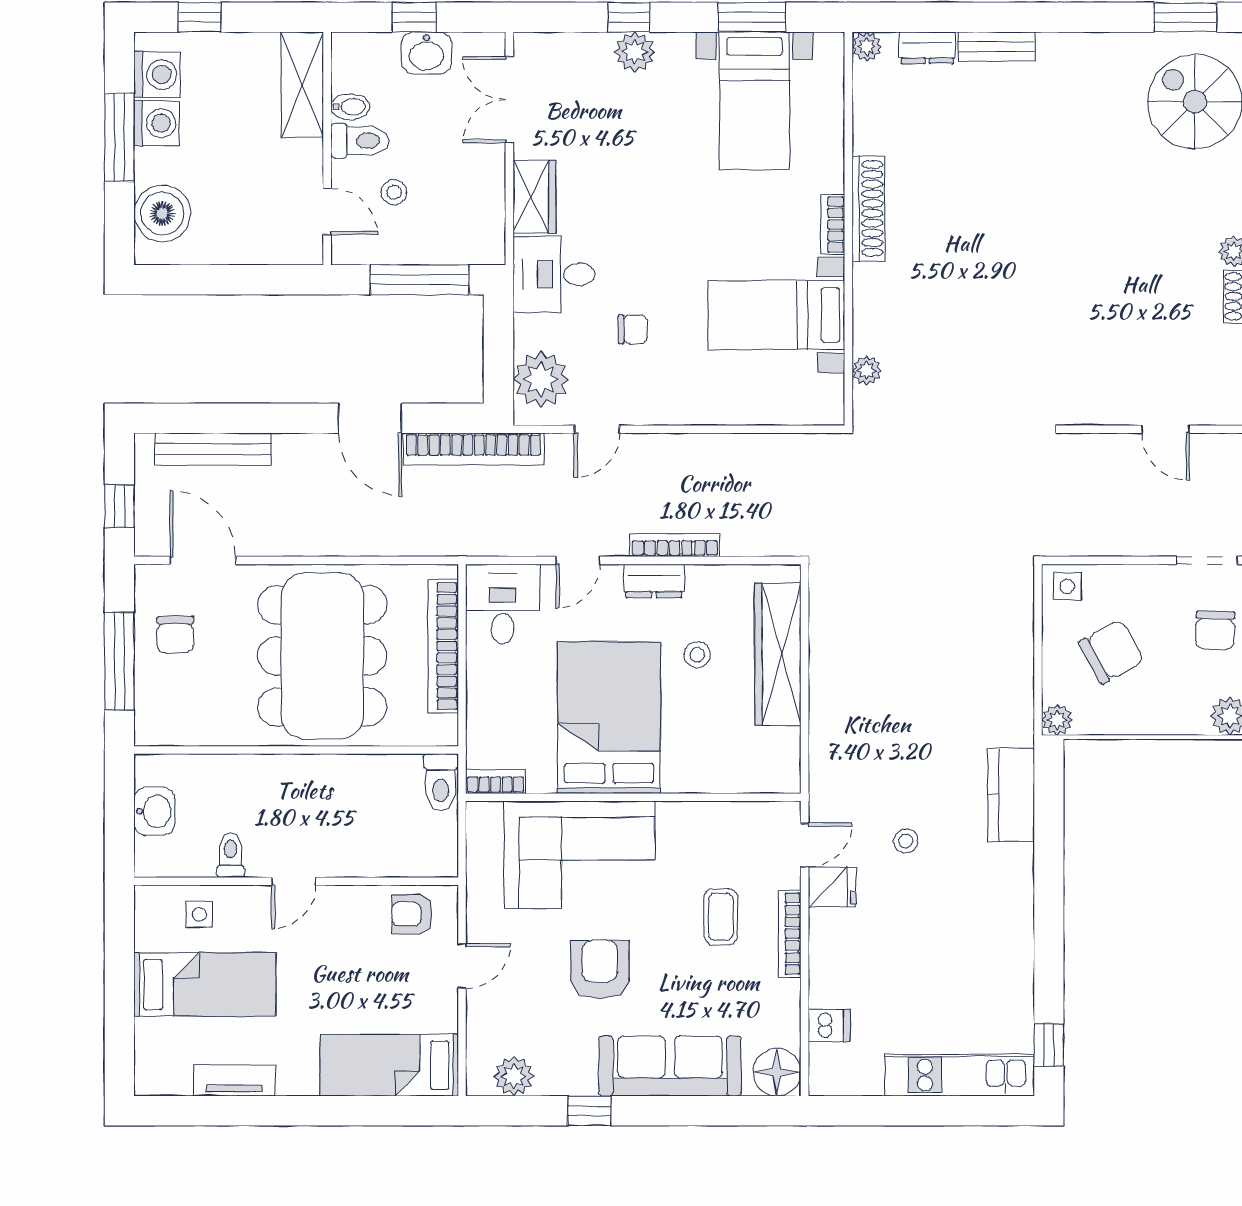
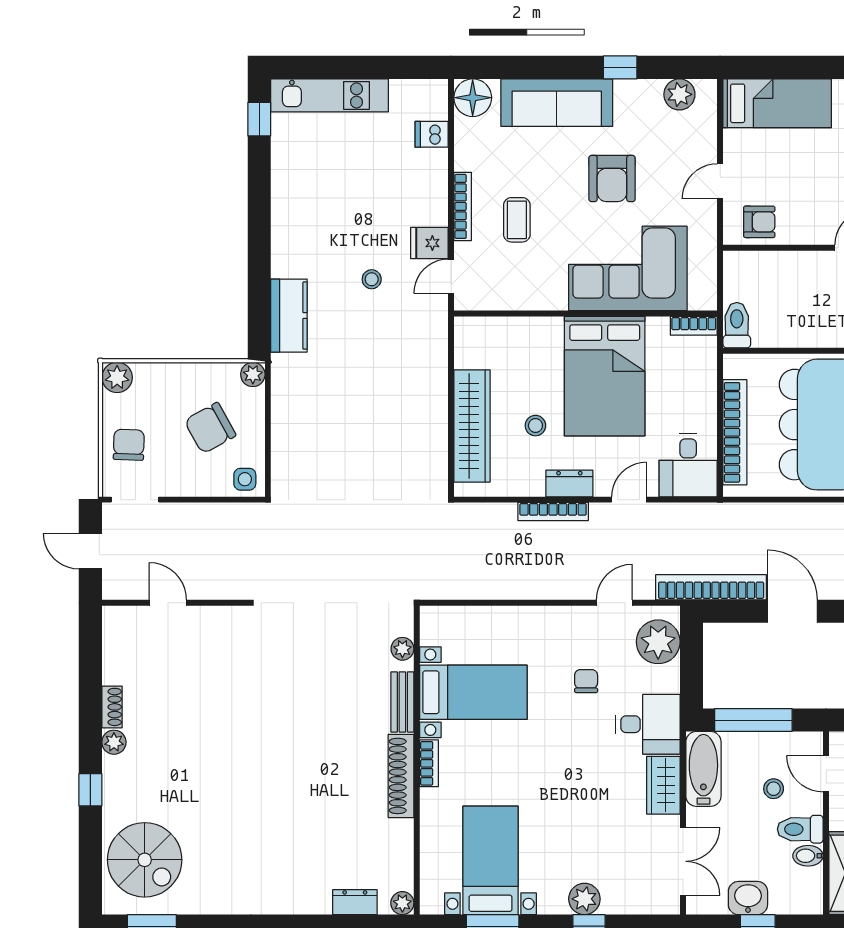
bench: (997, 46) -> (402, 702), moved, turned 90
bathtub: (483, 217) -> (703, 769), added
chair: (633, 329) -> (586, 681), turned 90

